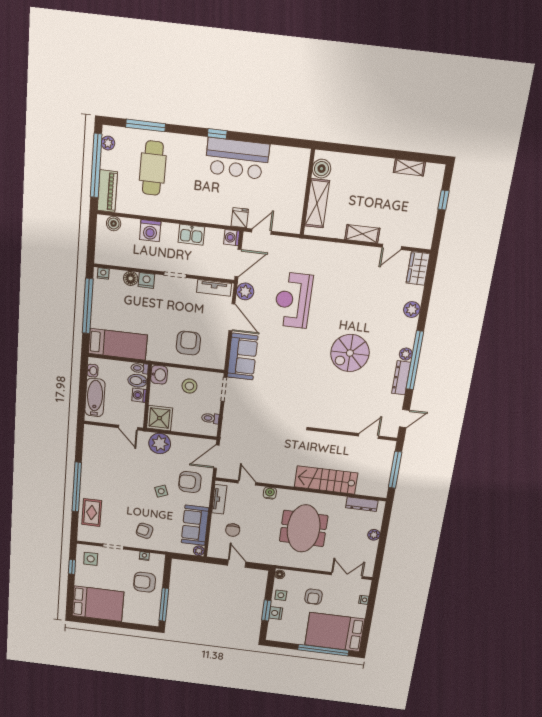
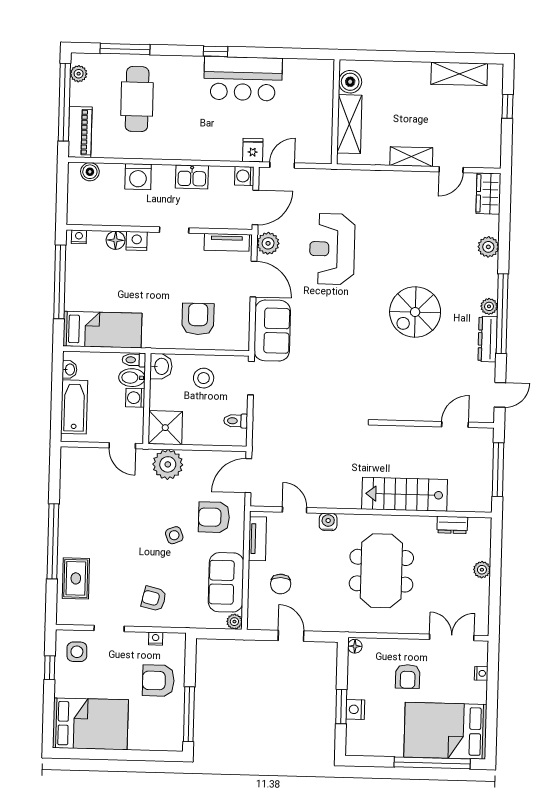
shelving: (409, 167) -> (459, 74), width x1.50, depth x1.33
dresser: (362, 504) -> (452, 525), width x0.70
side table: (281, 595) -> (360, 680), removed

